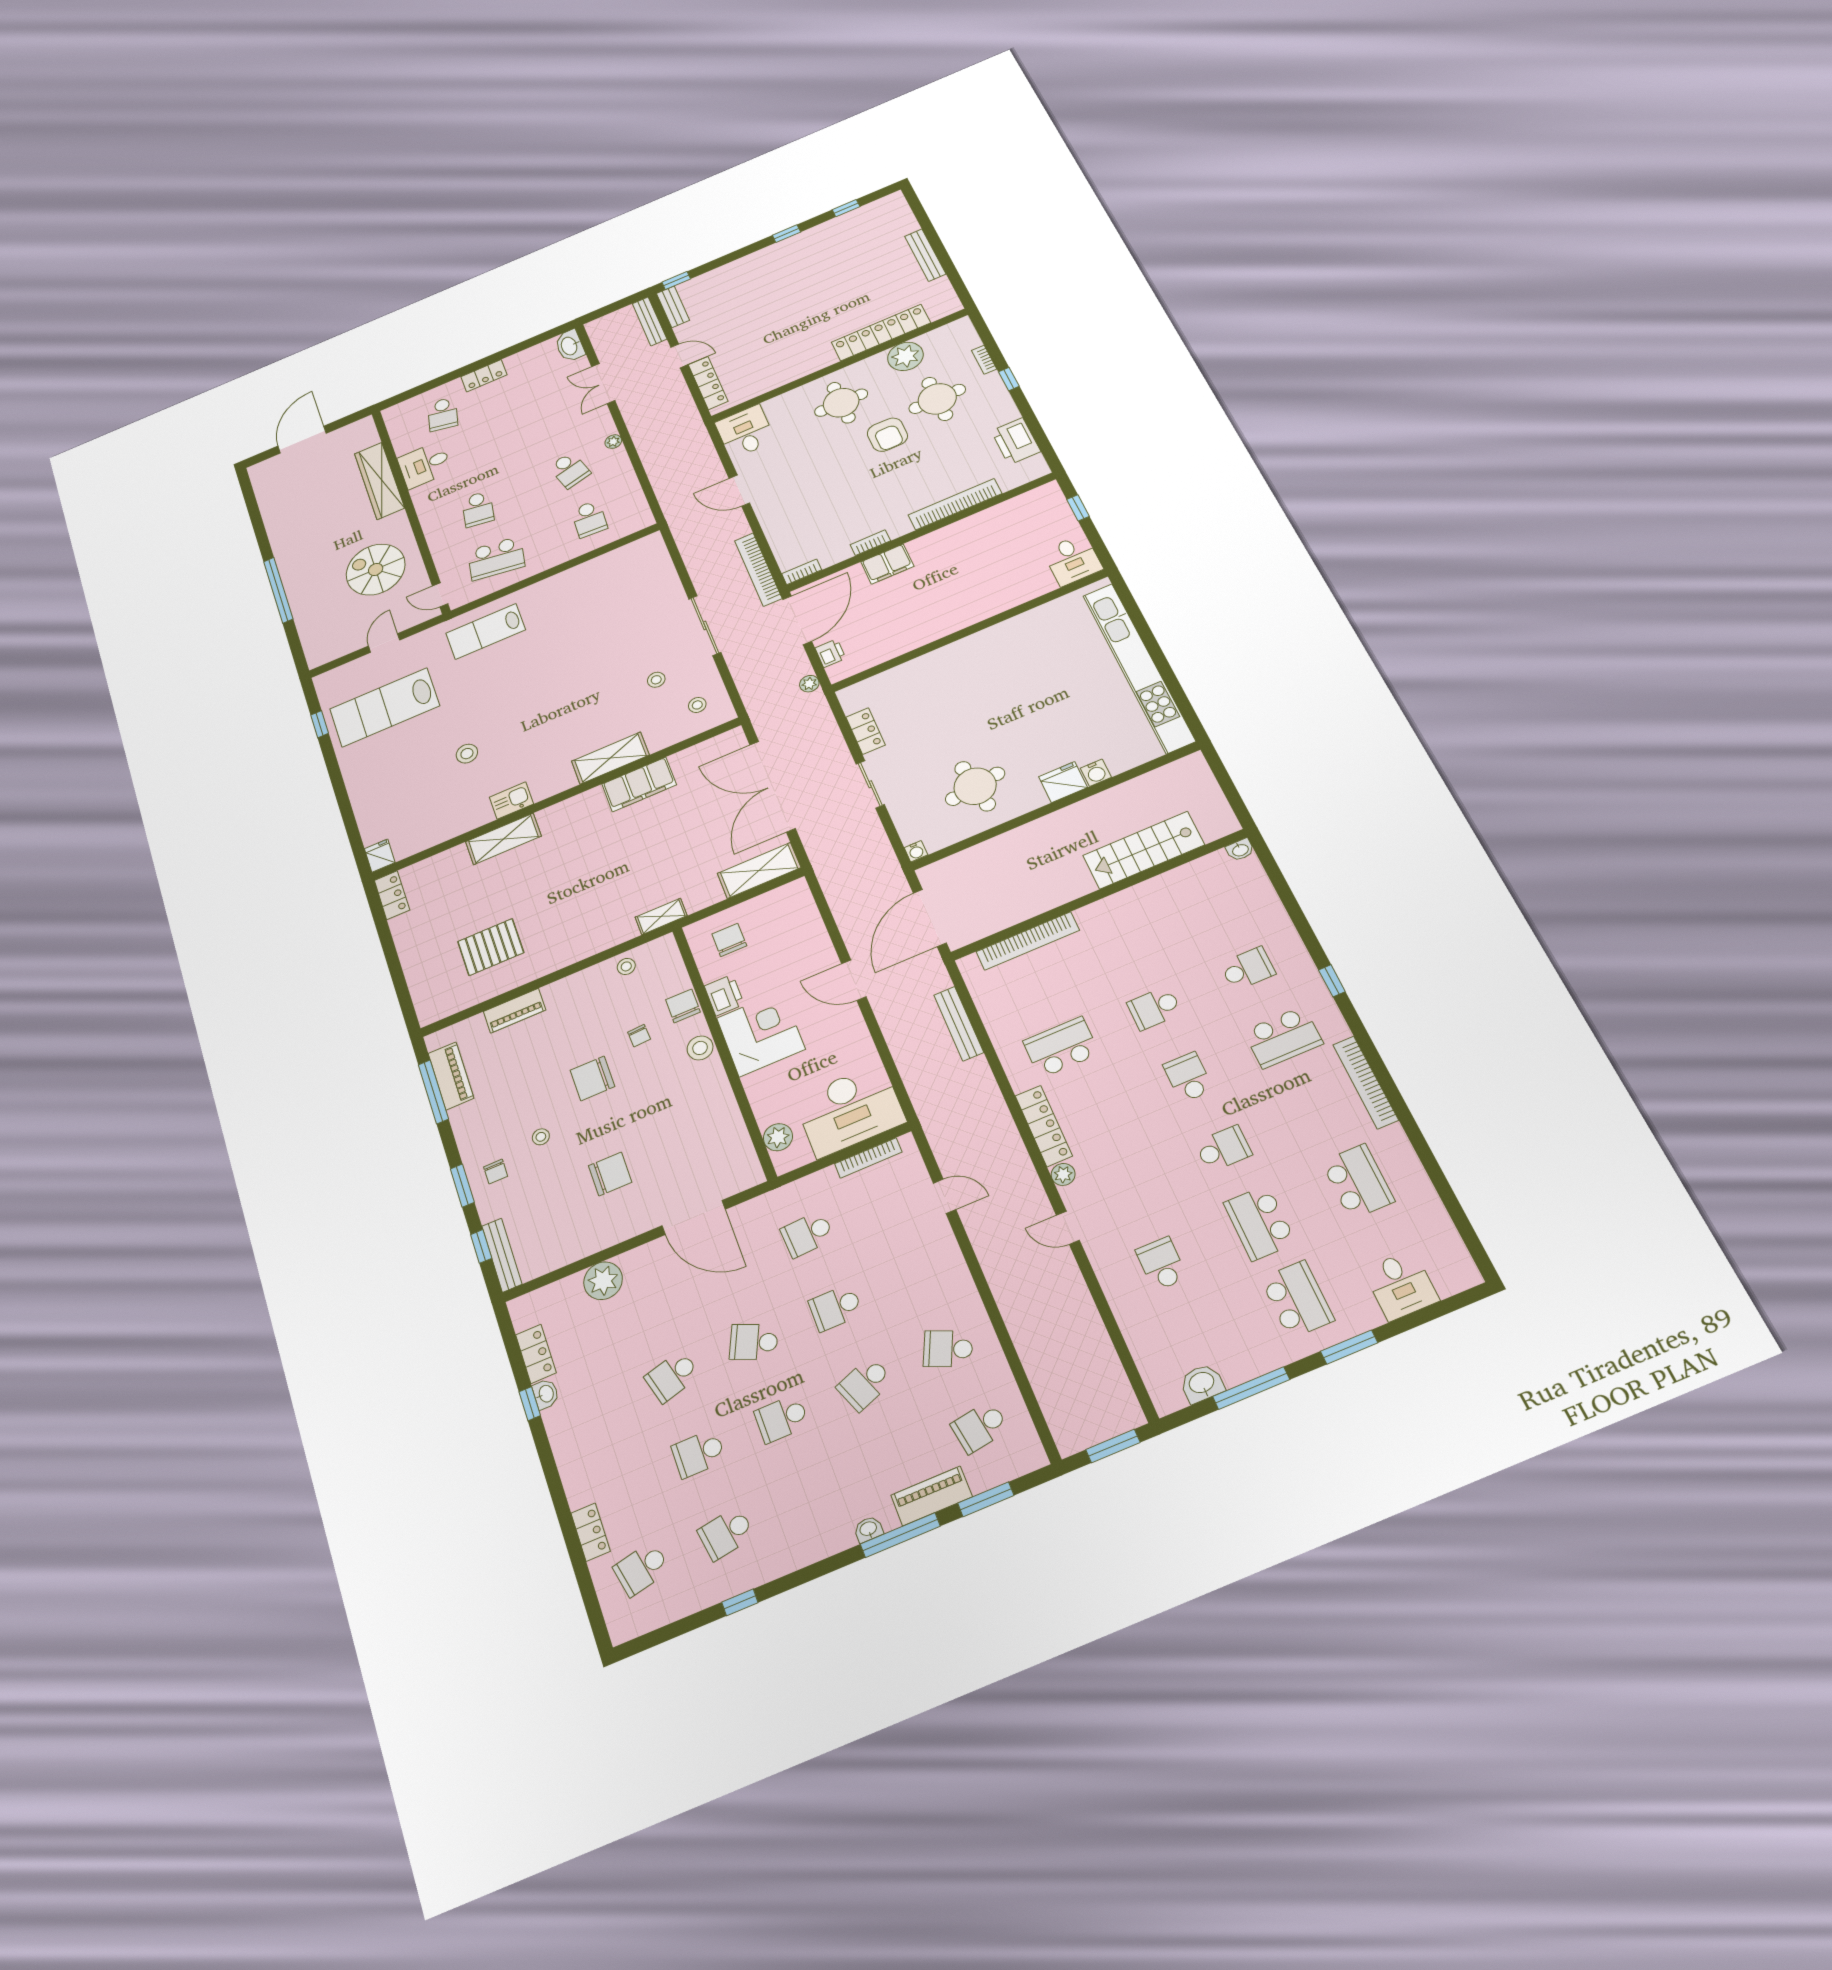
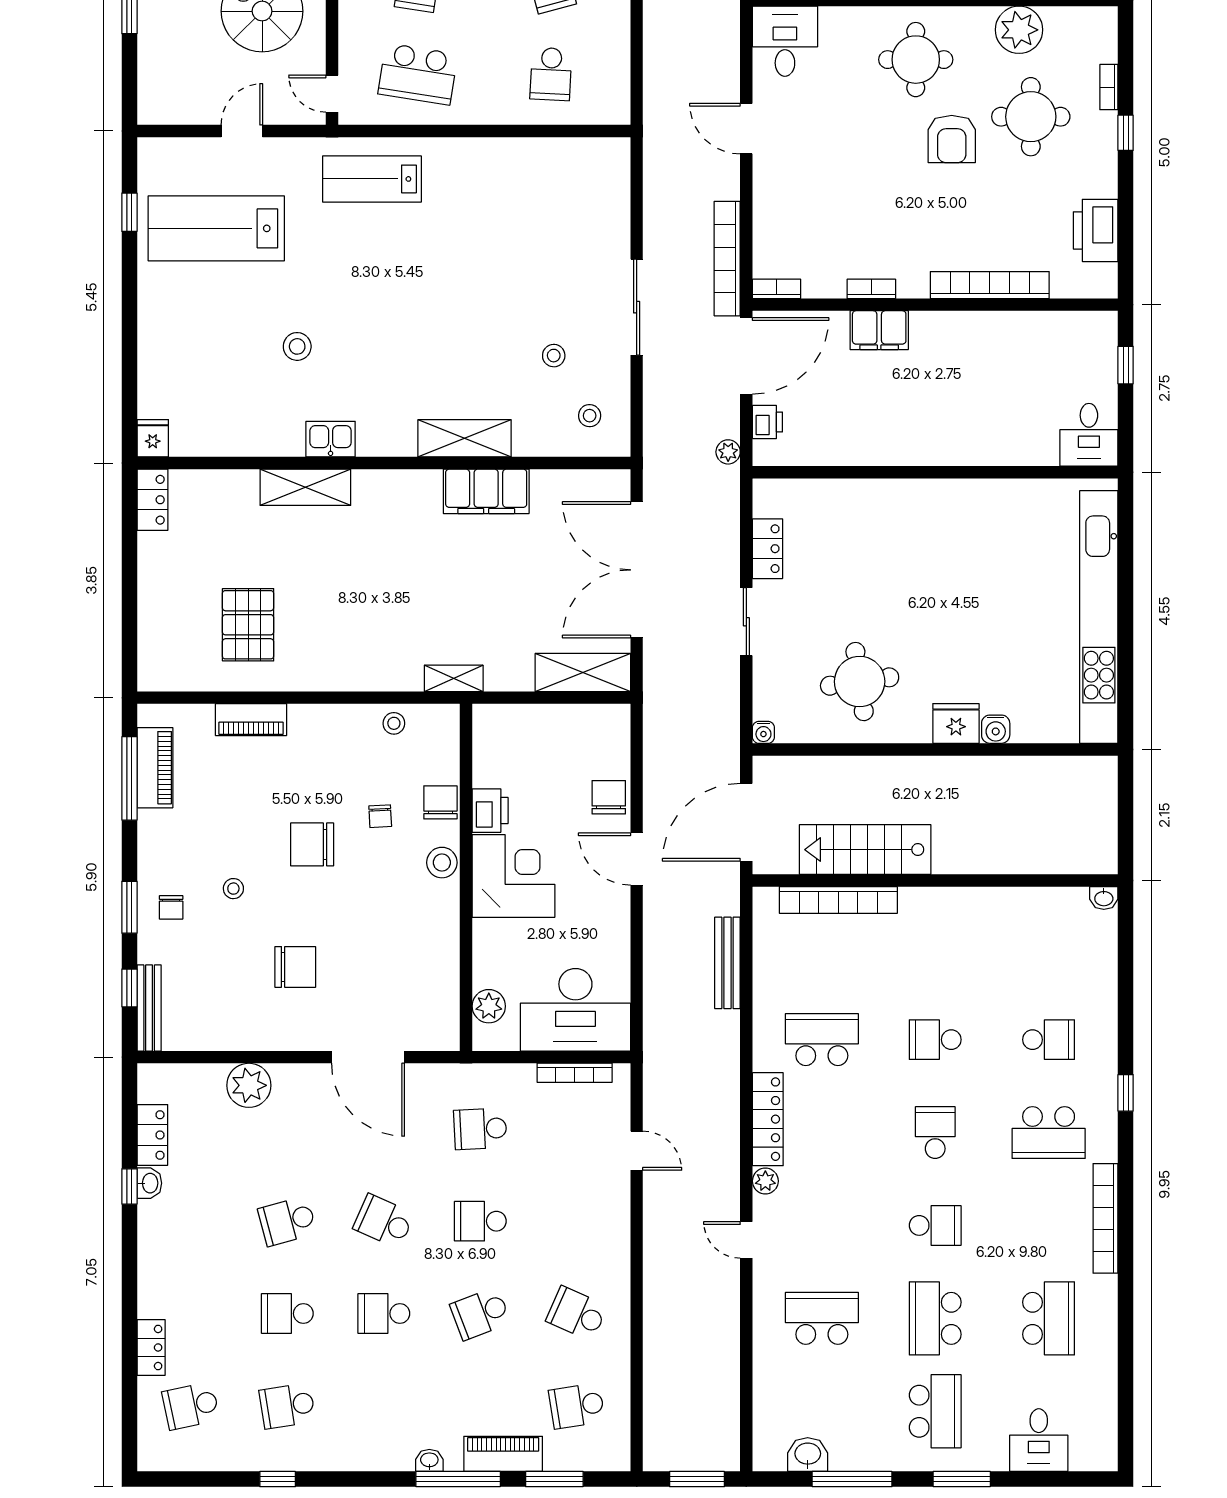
stairs: (1144, 850) -> (865, 850), moved
chair: (729, 940) -> (609, 797), moved
pallet: (491, 947) -> (248, 625), turned 90
school desk: (1161, 1264) -> (822, 1318), width x1.85

